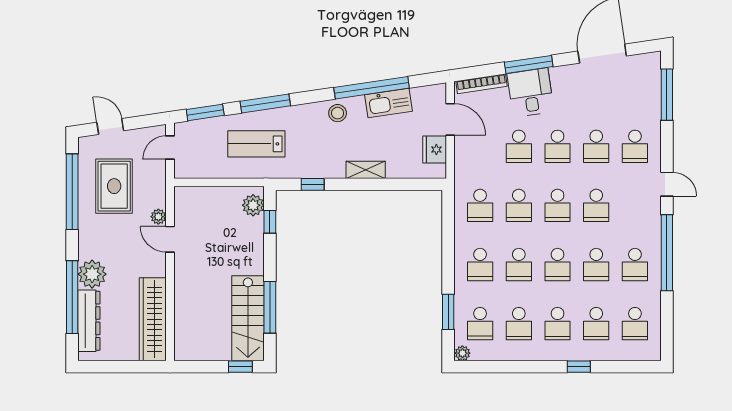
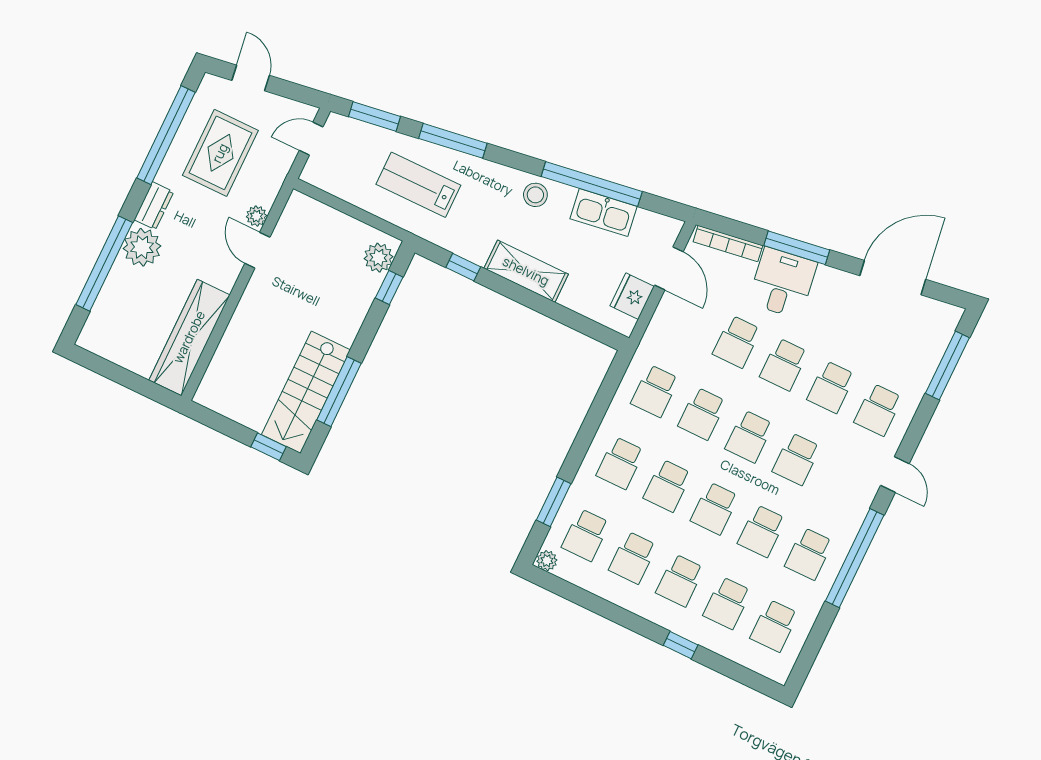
shelving: (366, 170) -> (526, 271), width x1.50, depth x1.33
dresser: (89, 321) -> (154, 206), moved, width x0.51, depth x0.80

